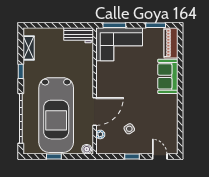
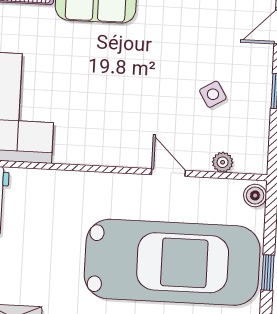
door: (95, 111) -> (168, 173), width x0.53

